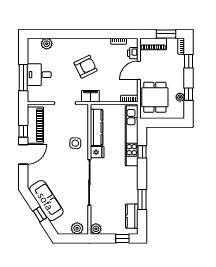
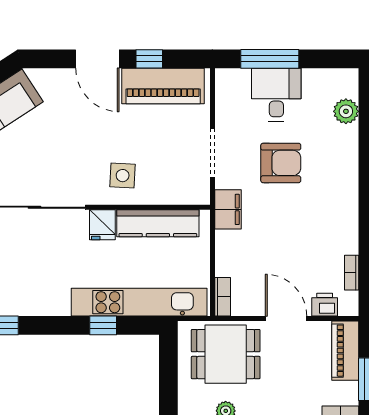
armchair: (86, 67) -> (281, 163), moved, turned -64

